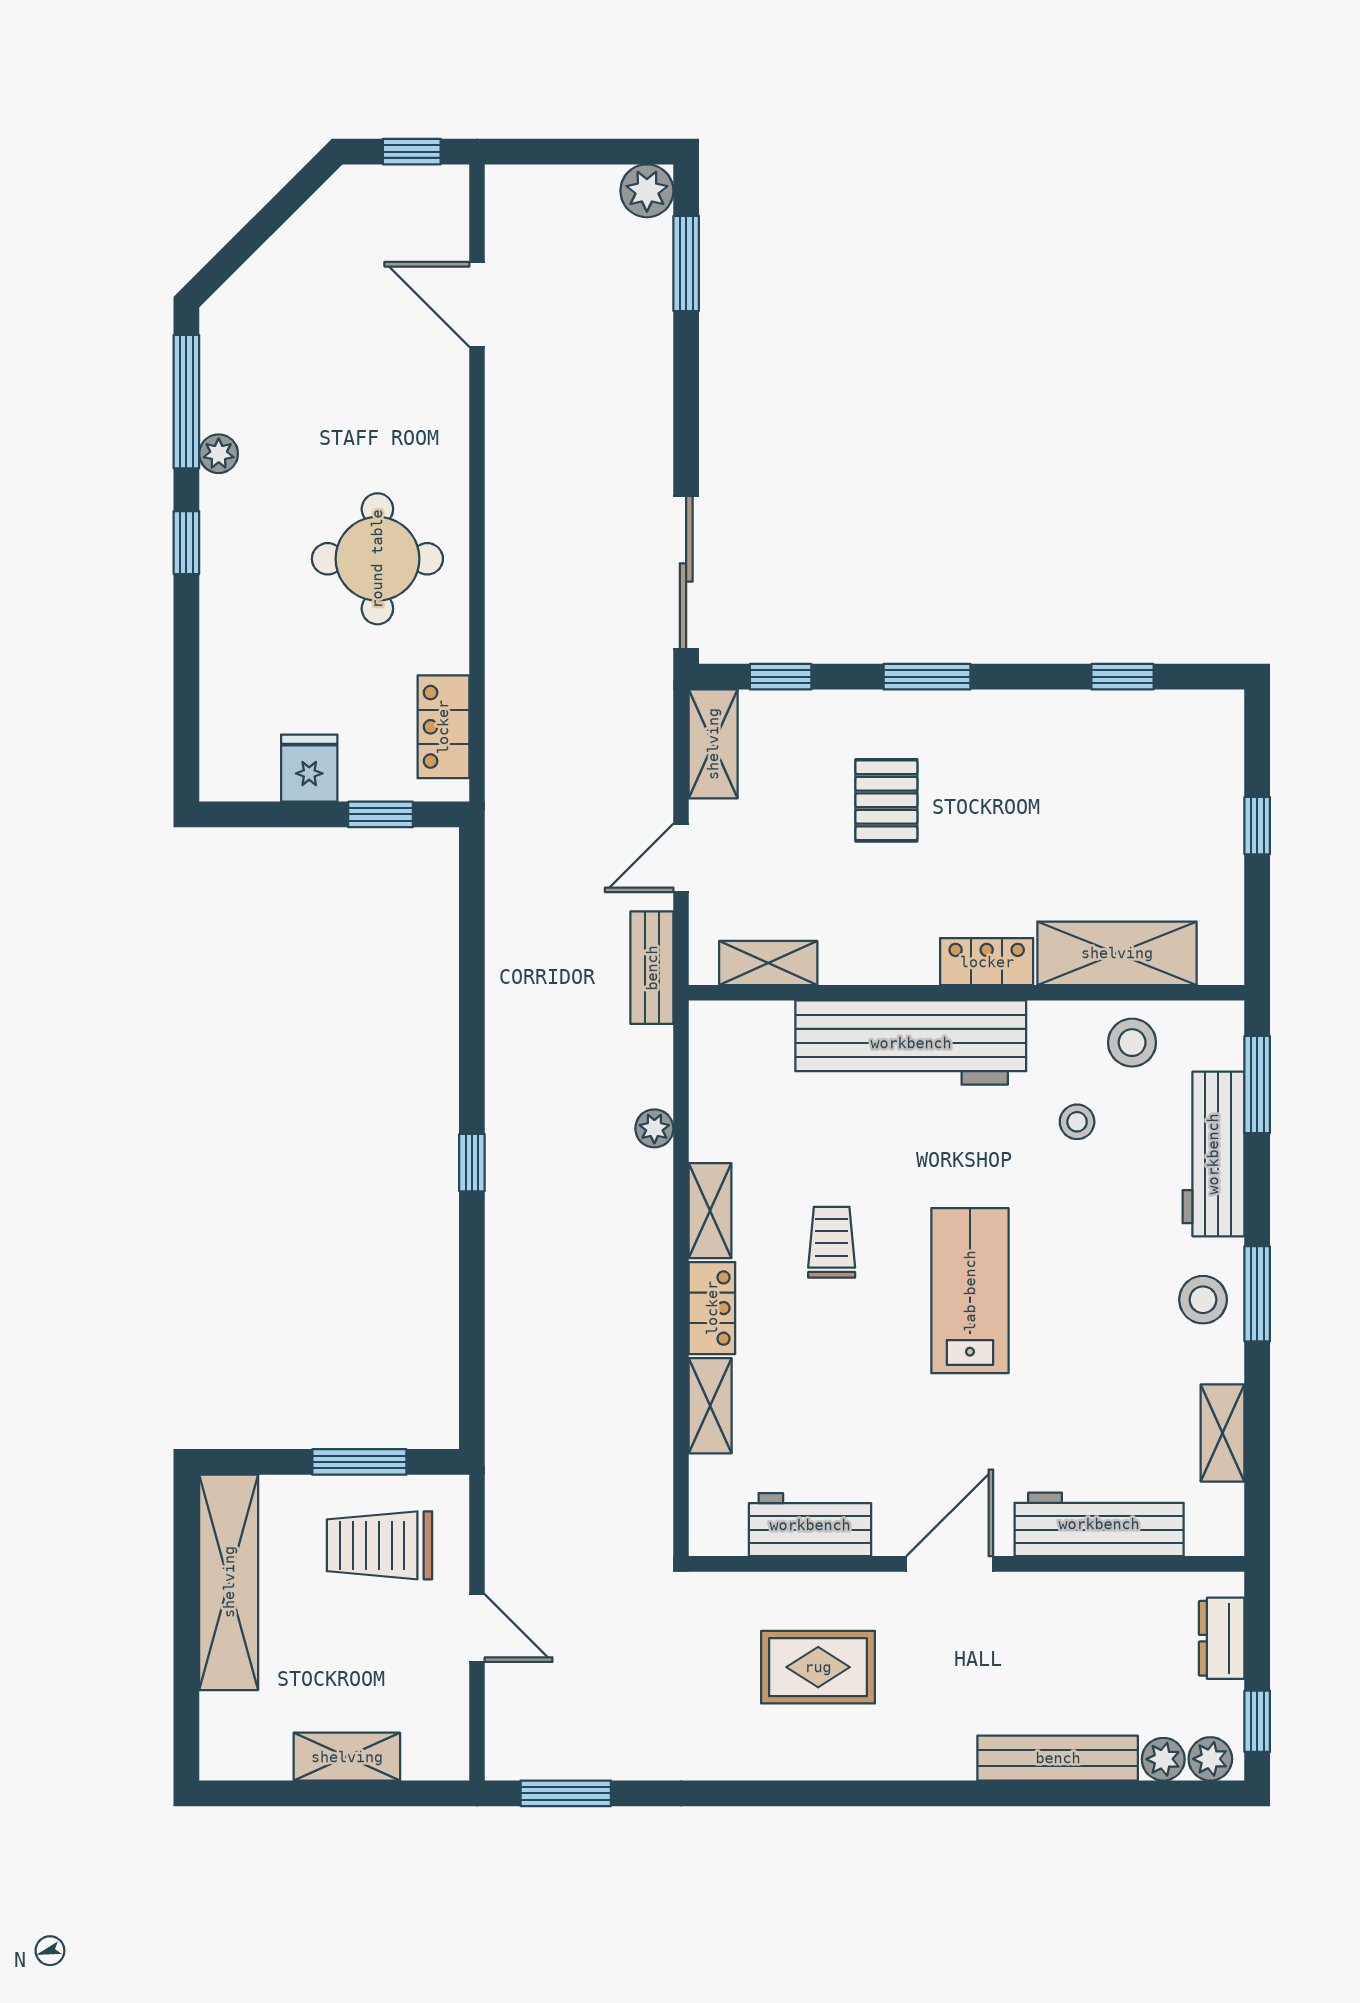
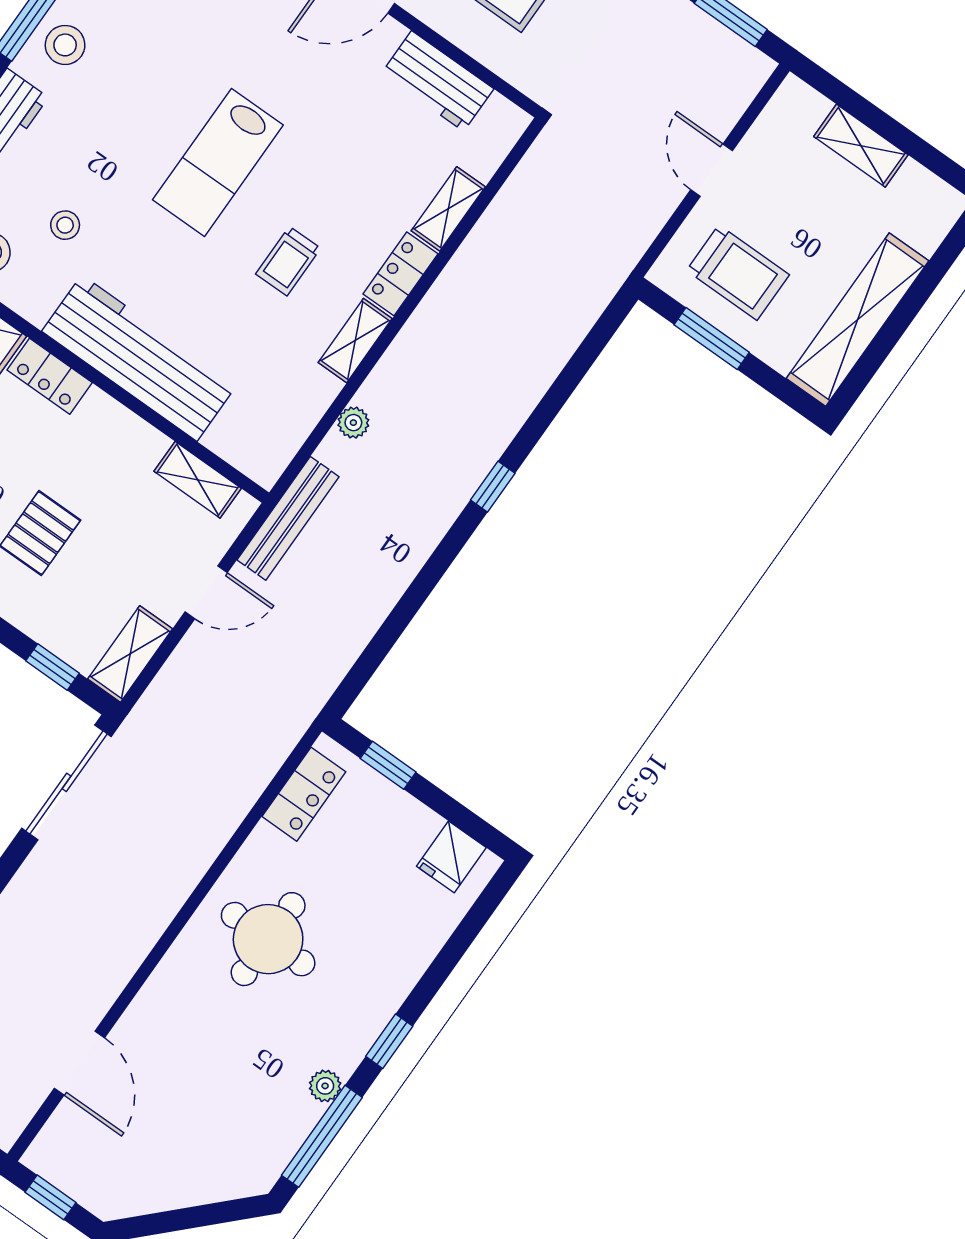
fridge: (309, 768) -> (451, 857), moved
bench: (652, 968) -> (288, 518), width x1.36

